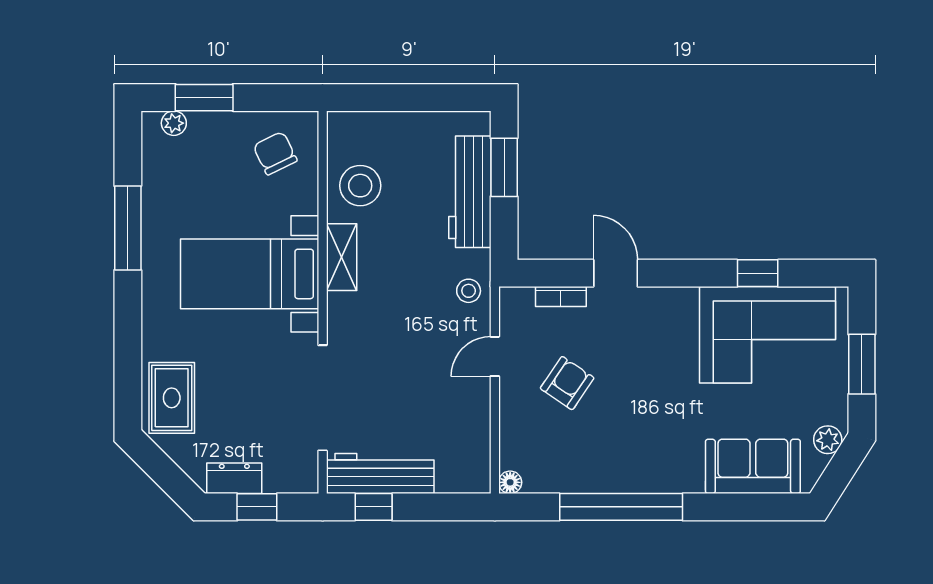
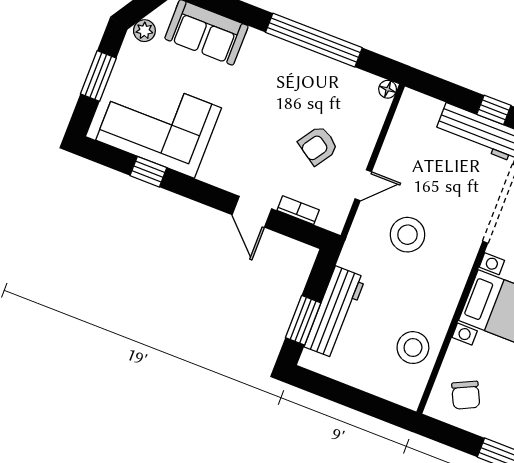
shelving: (342, 257) -> (447, 301), removed
stool: (469, 291) -> (407, 235), moved, width x1.89, depth x1.89

